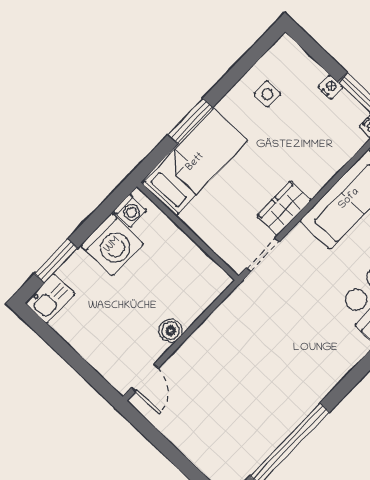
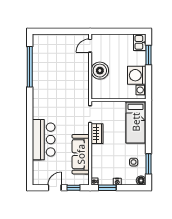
floor lamp: (286, 48) -> (141, 181), added
window: (190, 121) -> (148, 164), moved
boiler: (171, 331) -> (100, 71), width x1.86, depth x1.86
door: (145, 378) -> (90, 46), hinge flipped

